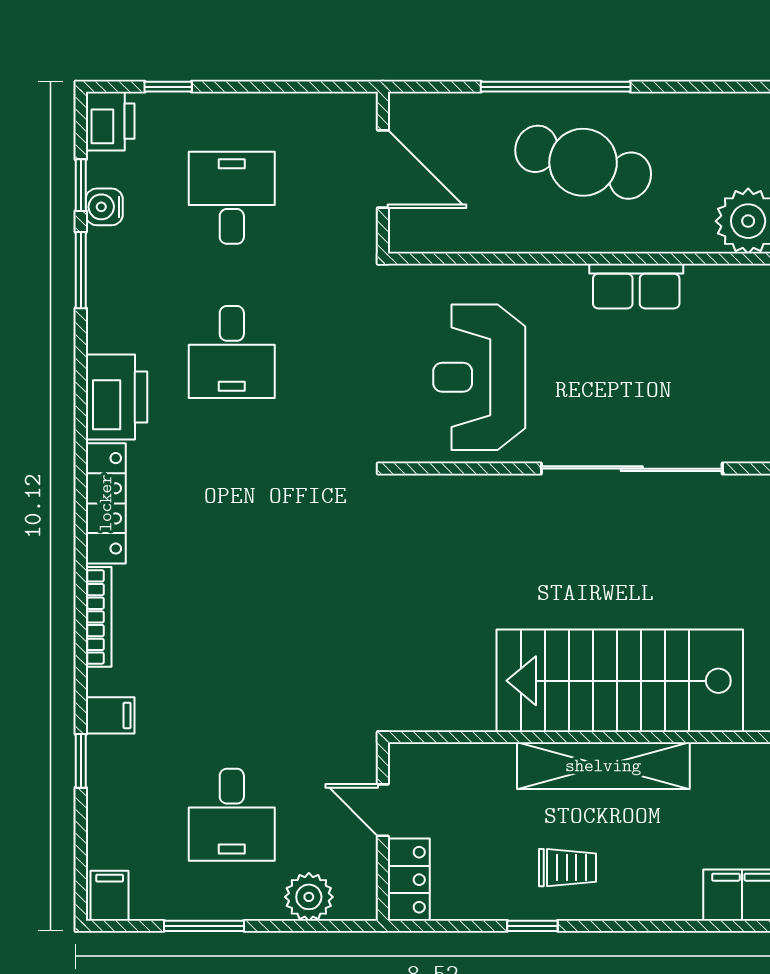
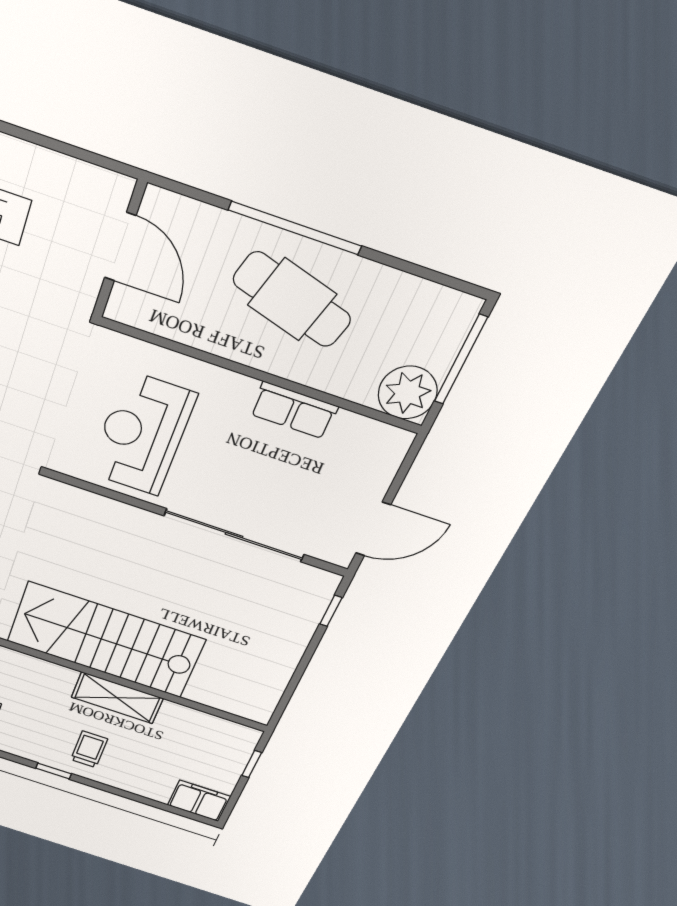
stairs: (620, 681) -> (106, 640), moved
shelving: (603, 766) -> (117, 698), width x0.68
trolley: (568, 868) -> (89, 749), turned -90

